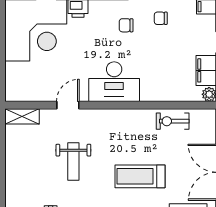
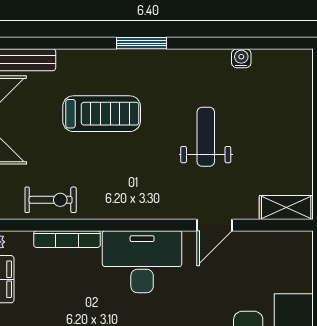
bookcase: (162, 96) -> (67, 239), added

